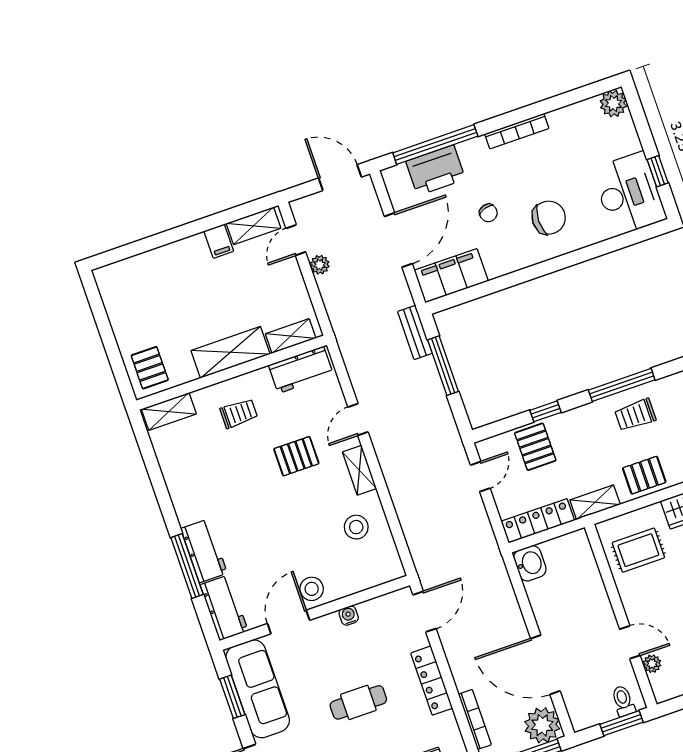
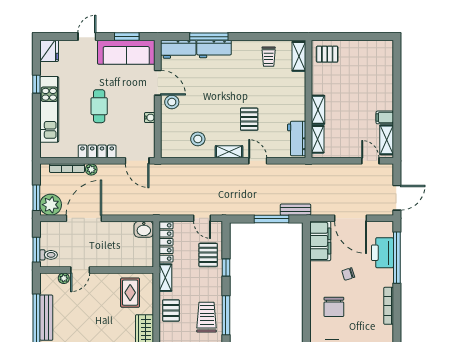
plant: (320, 265) -> (91, 169), moved
shelving: (230, 352) -> (318, 110), width x0.67, depth x0.75
trolley: (239, 413) -> (269, 57), moved
trolley: (635, 415) -> (207, 317), width x1.36, depth x1.39
pallet: (535, 447) -> (208, 255), turned 90

